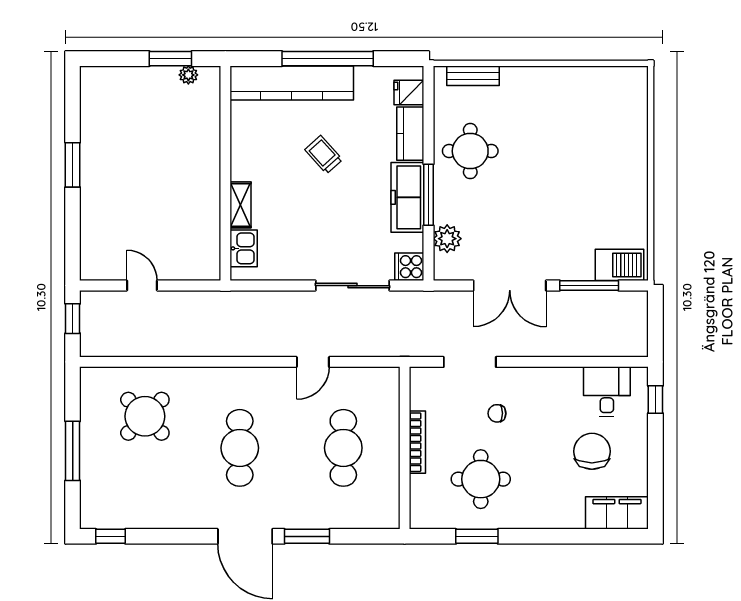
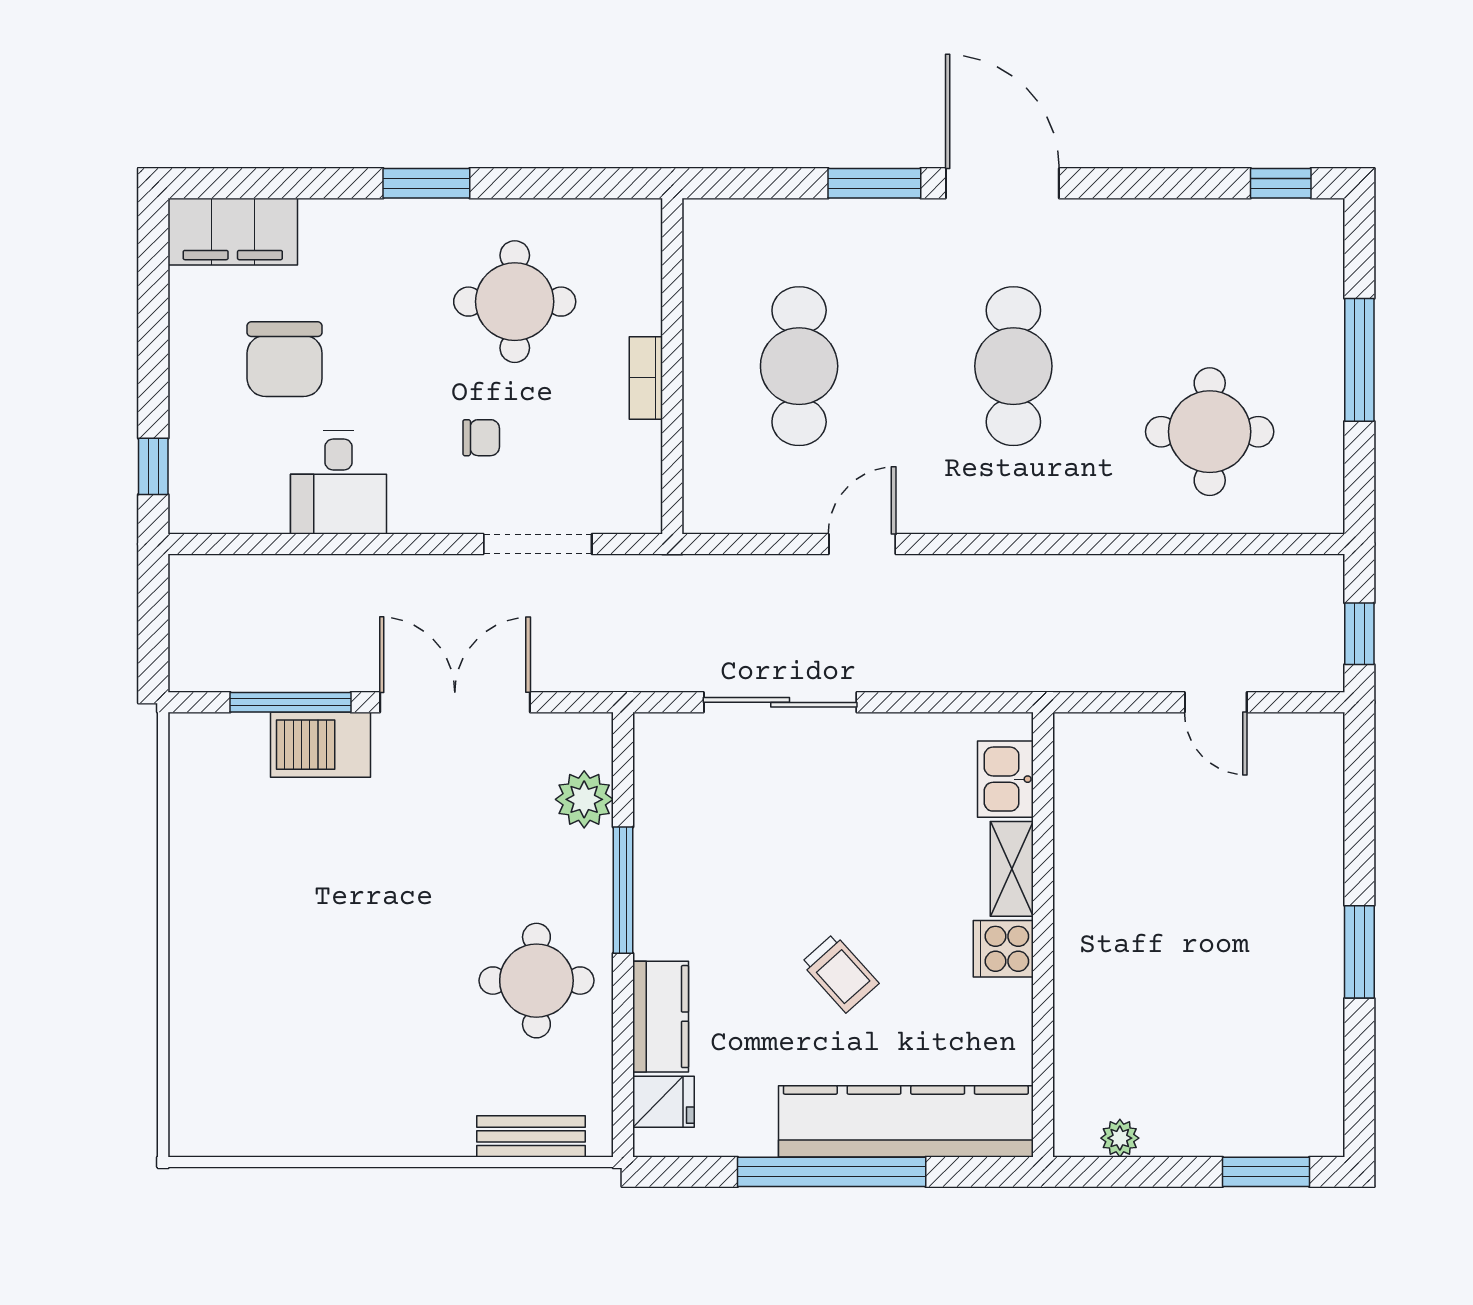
window: (170, 59) -> (1266, 1172), moved
freezer: (407, 197) -> (666, 885), removed
barbecue: (620, 265) -> (321, 745), moved
cooker: (409, 267) -> (1003, 949), moved, turned 180
desk: (607, 392) -> (338, 482), moved
round table: (145, 416) -> (1210, 432), turned 45
bookcase: (417, 442) -> (646, 378), width x0.64
window: (477, 536) -> (426, 183), moved

